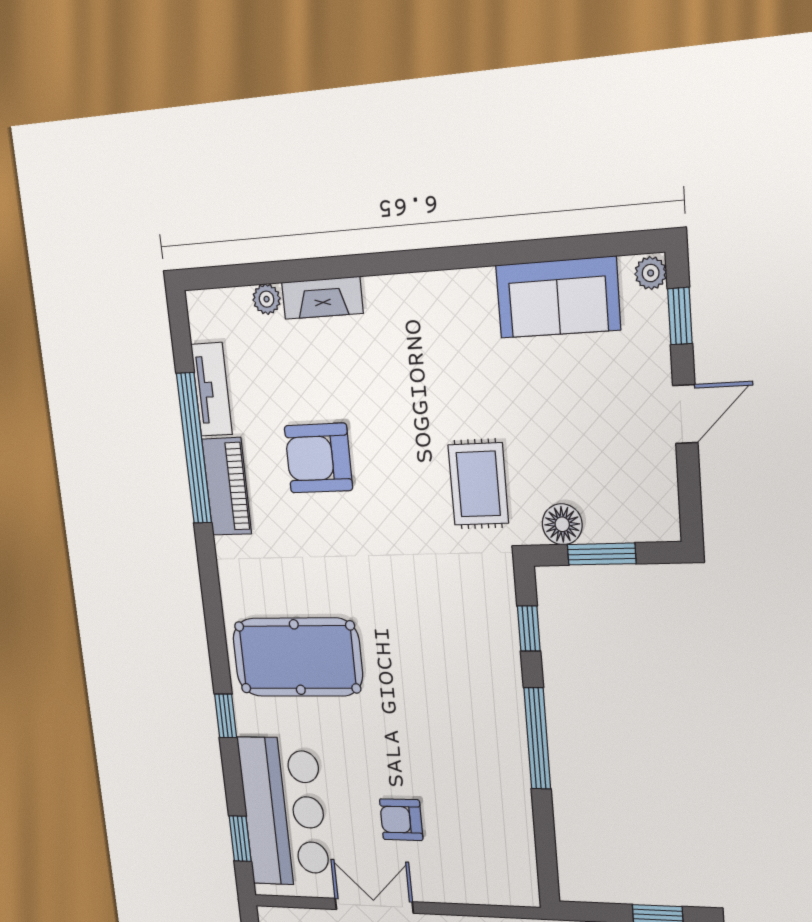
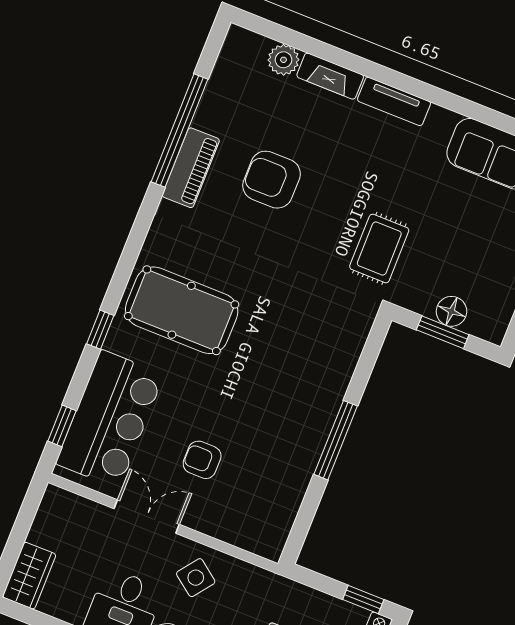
plant: (267, 299) -> (283, 60), width x1.38, depth x1.38
tv unit: (212, 390) -> (394, 101), moved, turned 90
floor lamp: (562, 524) -> (451, 311), moved
window: (529, 628) -> (367, 361), removed

